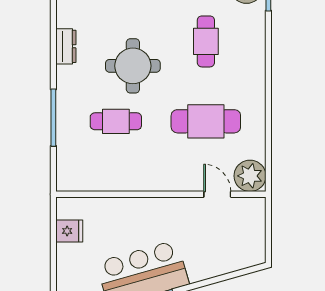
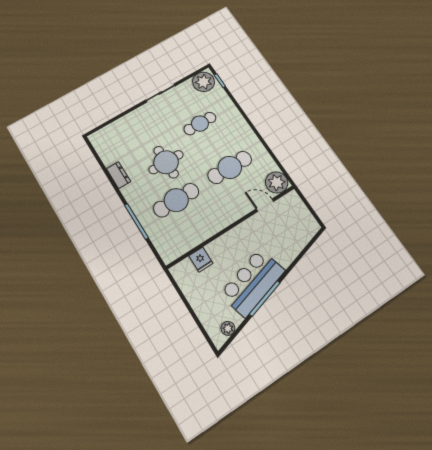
cafe table: (206, 41) -> (200, 124), turned 90
cafe table: (116, 121) -> (176, 200), width x1.37, depth x1.35
fridge: (69, 231) -> (201, 260), moved, turned 90

